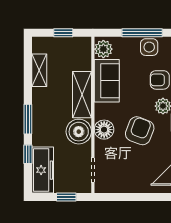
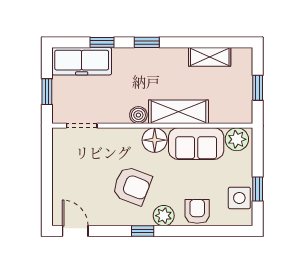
window: (142, 33) -> (258, 189), width x0.46
window: (28, 119) -> (147, 42), width x0.67
floor lamp: (104, 130) -> (155, 140), moved
boiler: (79, 132) -> (138, 115), width x0.54, depth x0.54

